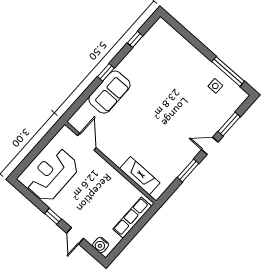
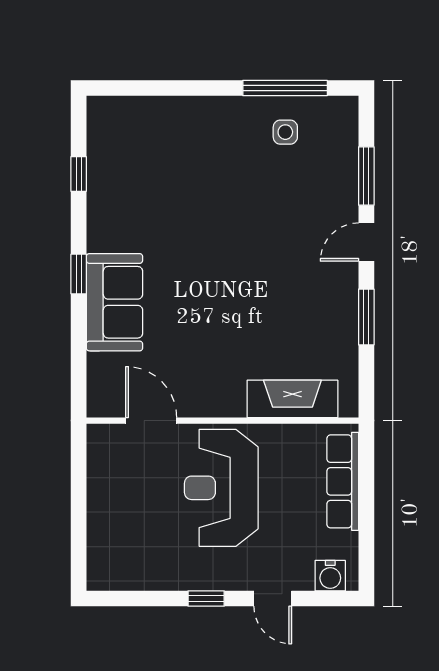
reception desk: (52, 175) -> (221, 488), moved

